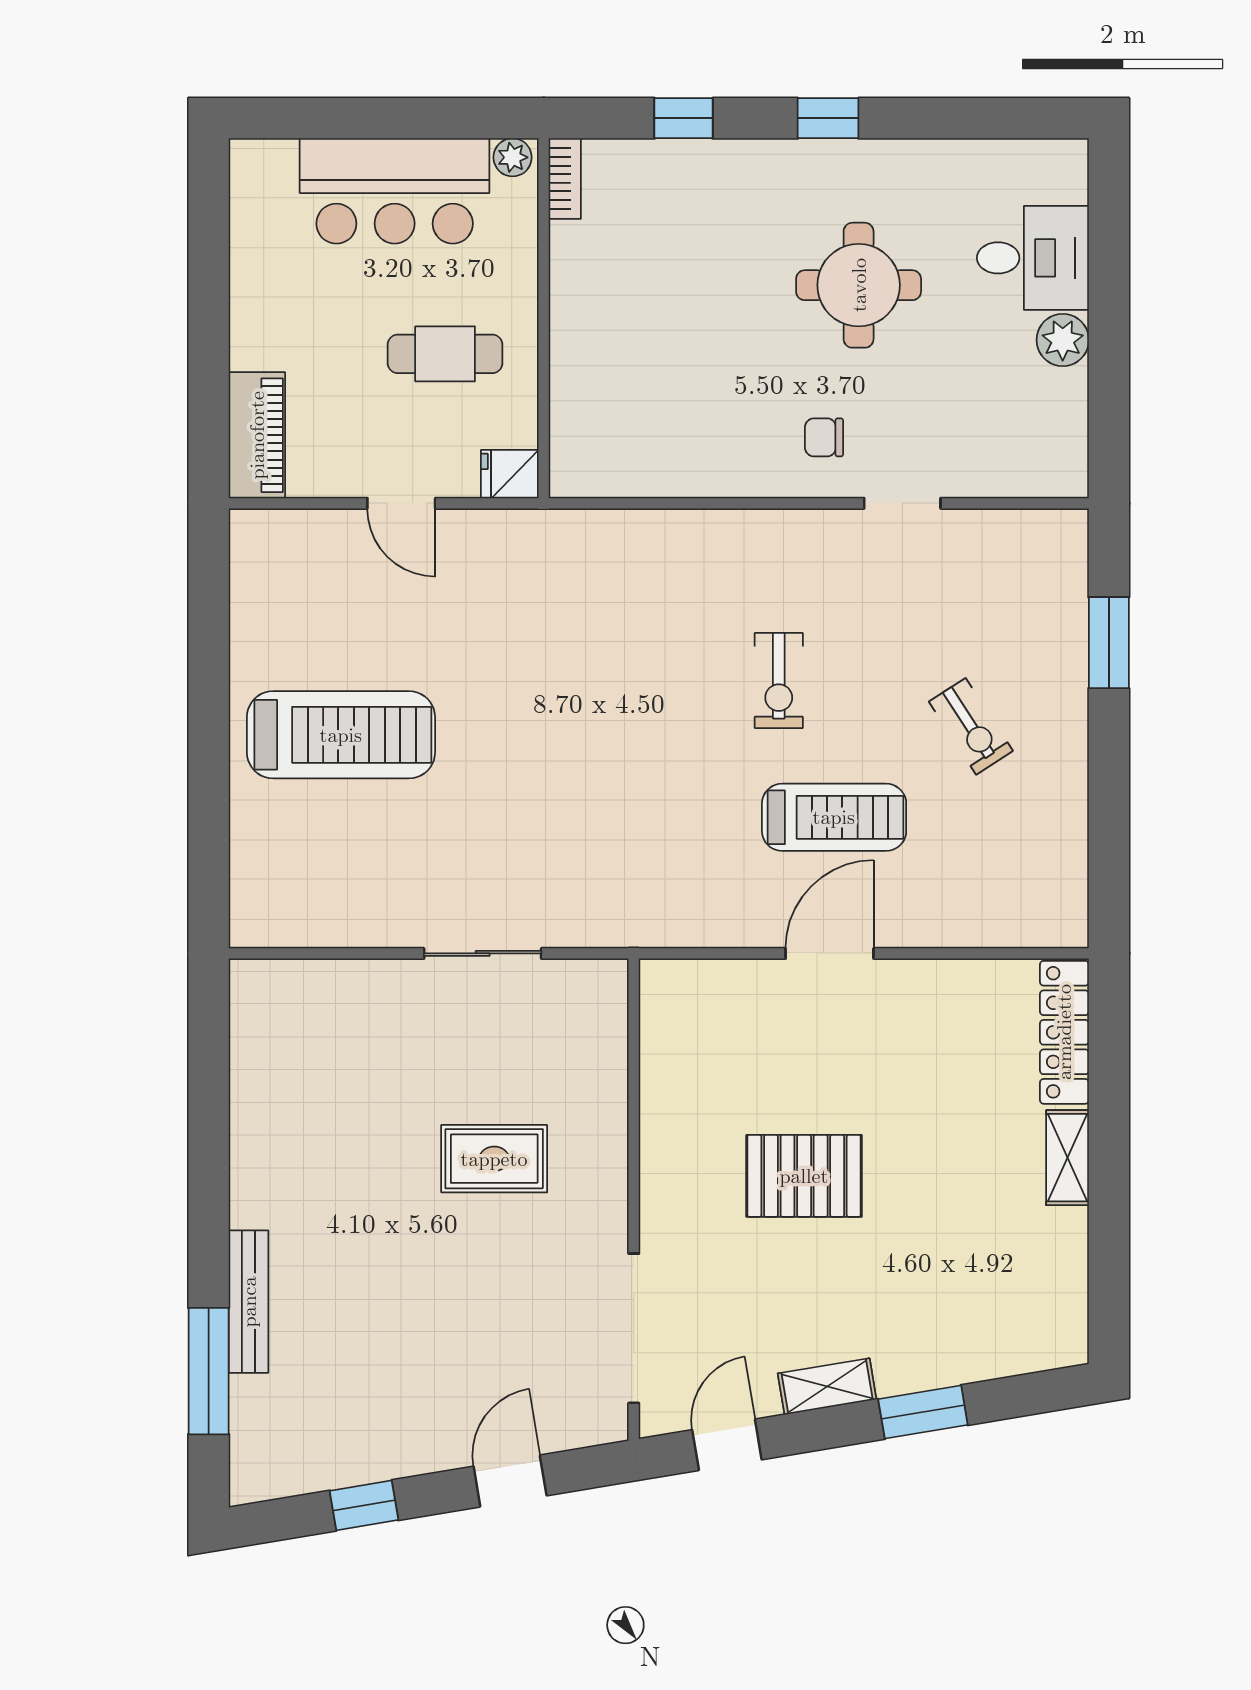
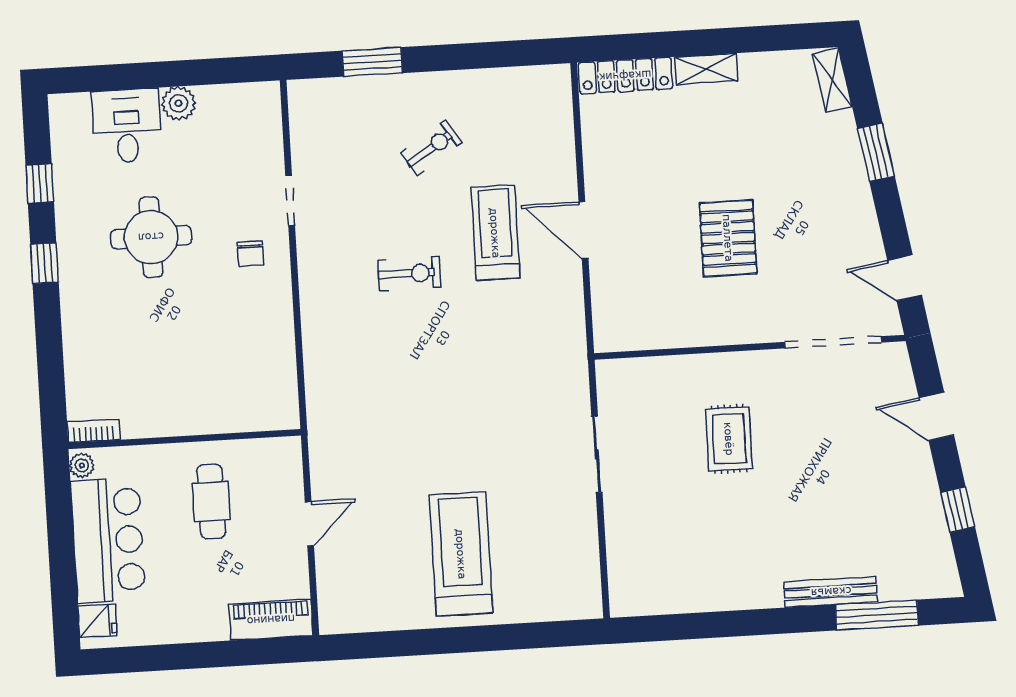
window: (684, 118) -> (40, 184), moved
fridge: (510, 474) -> (97, 621), moved, turned -90
shelving: (827, 1386) -> (832, 80), moved

